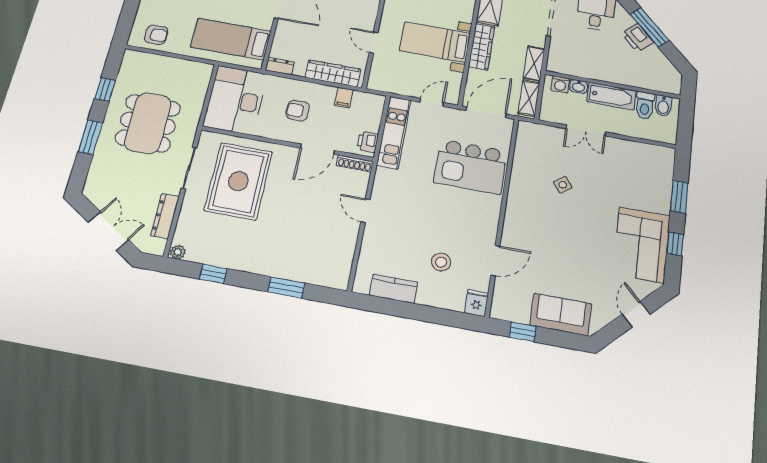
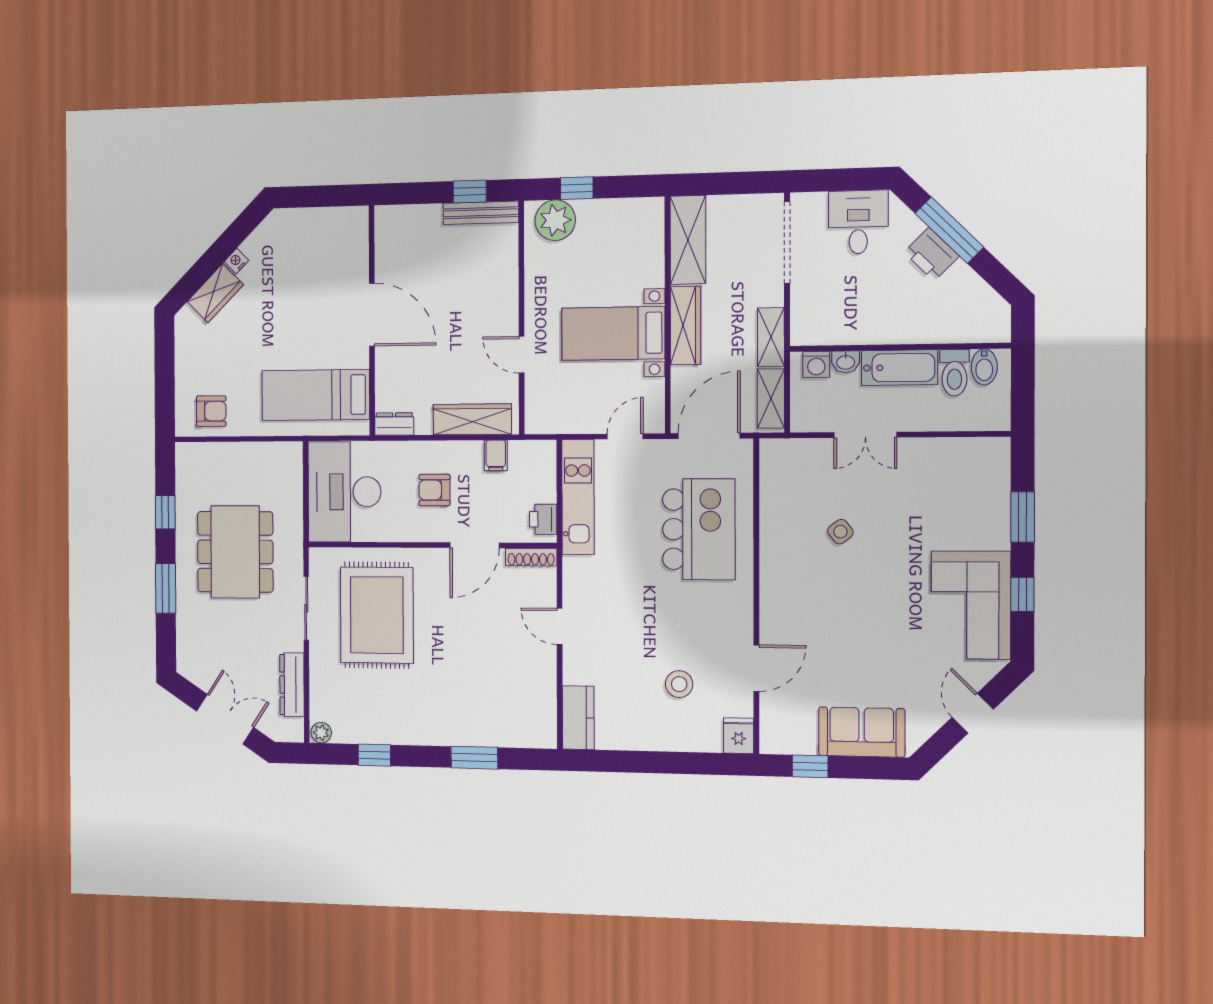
kitchen island: (471, 167) -> (699, 529), turned -90
kitchen counter: (394, 289) -> (578, 718), moved, turned 90

